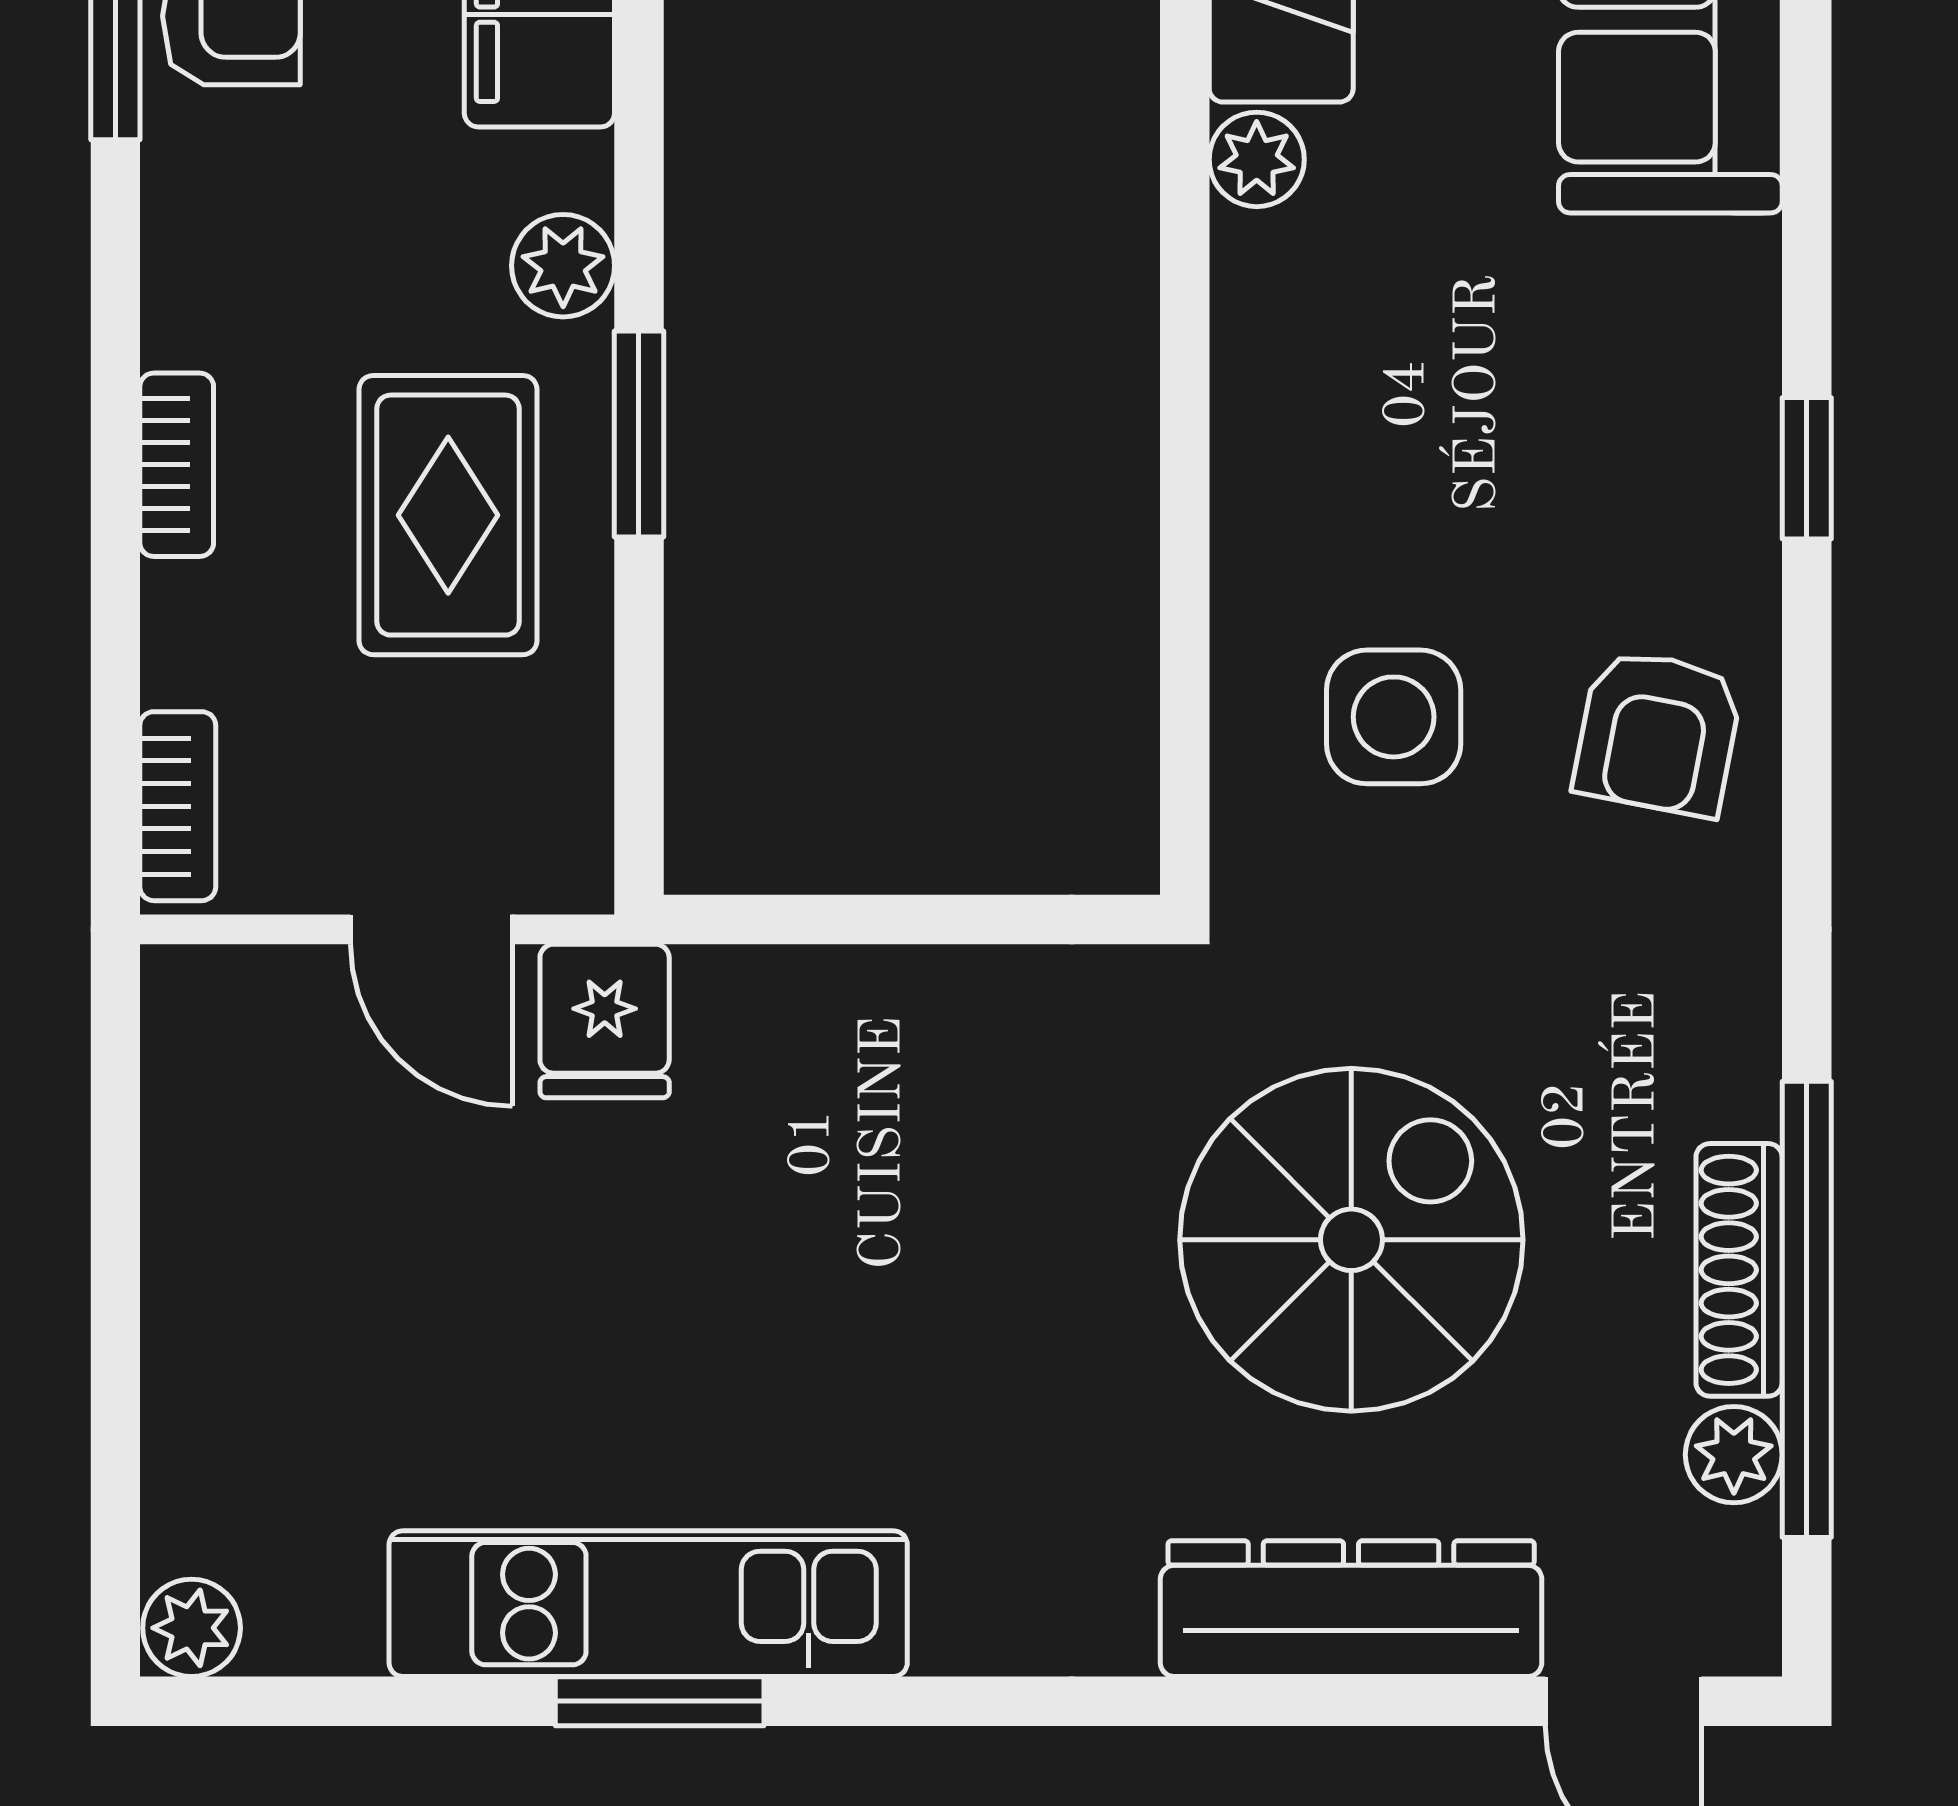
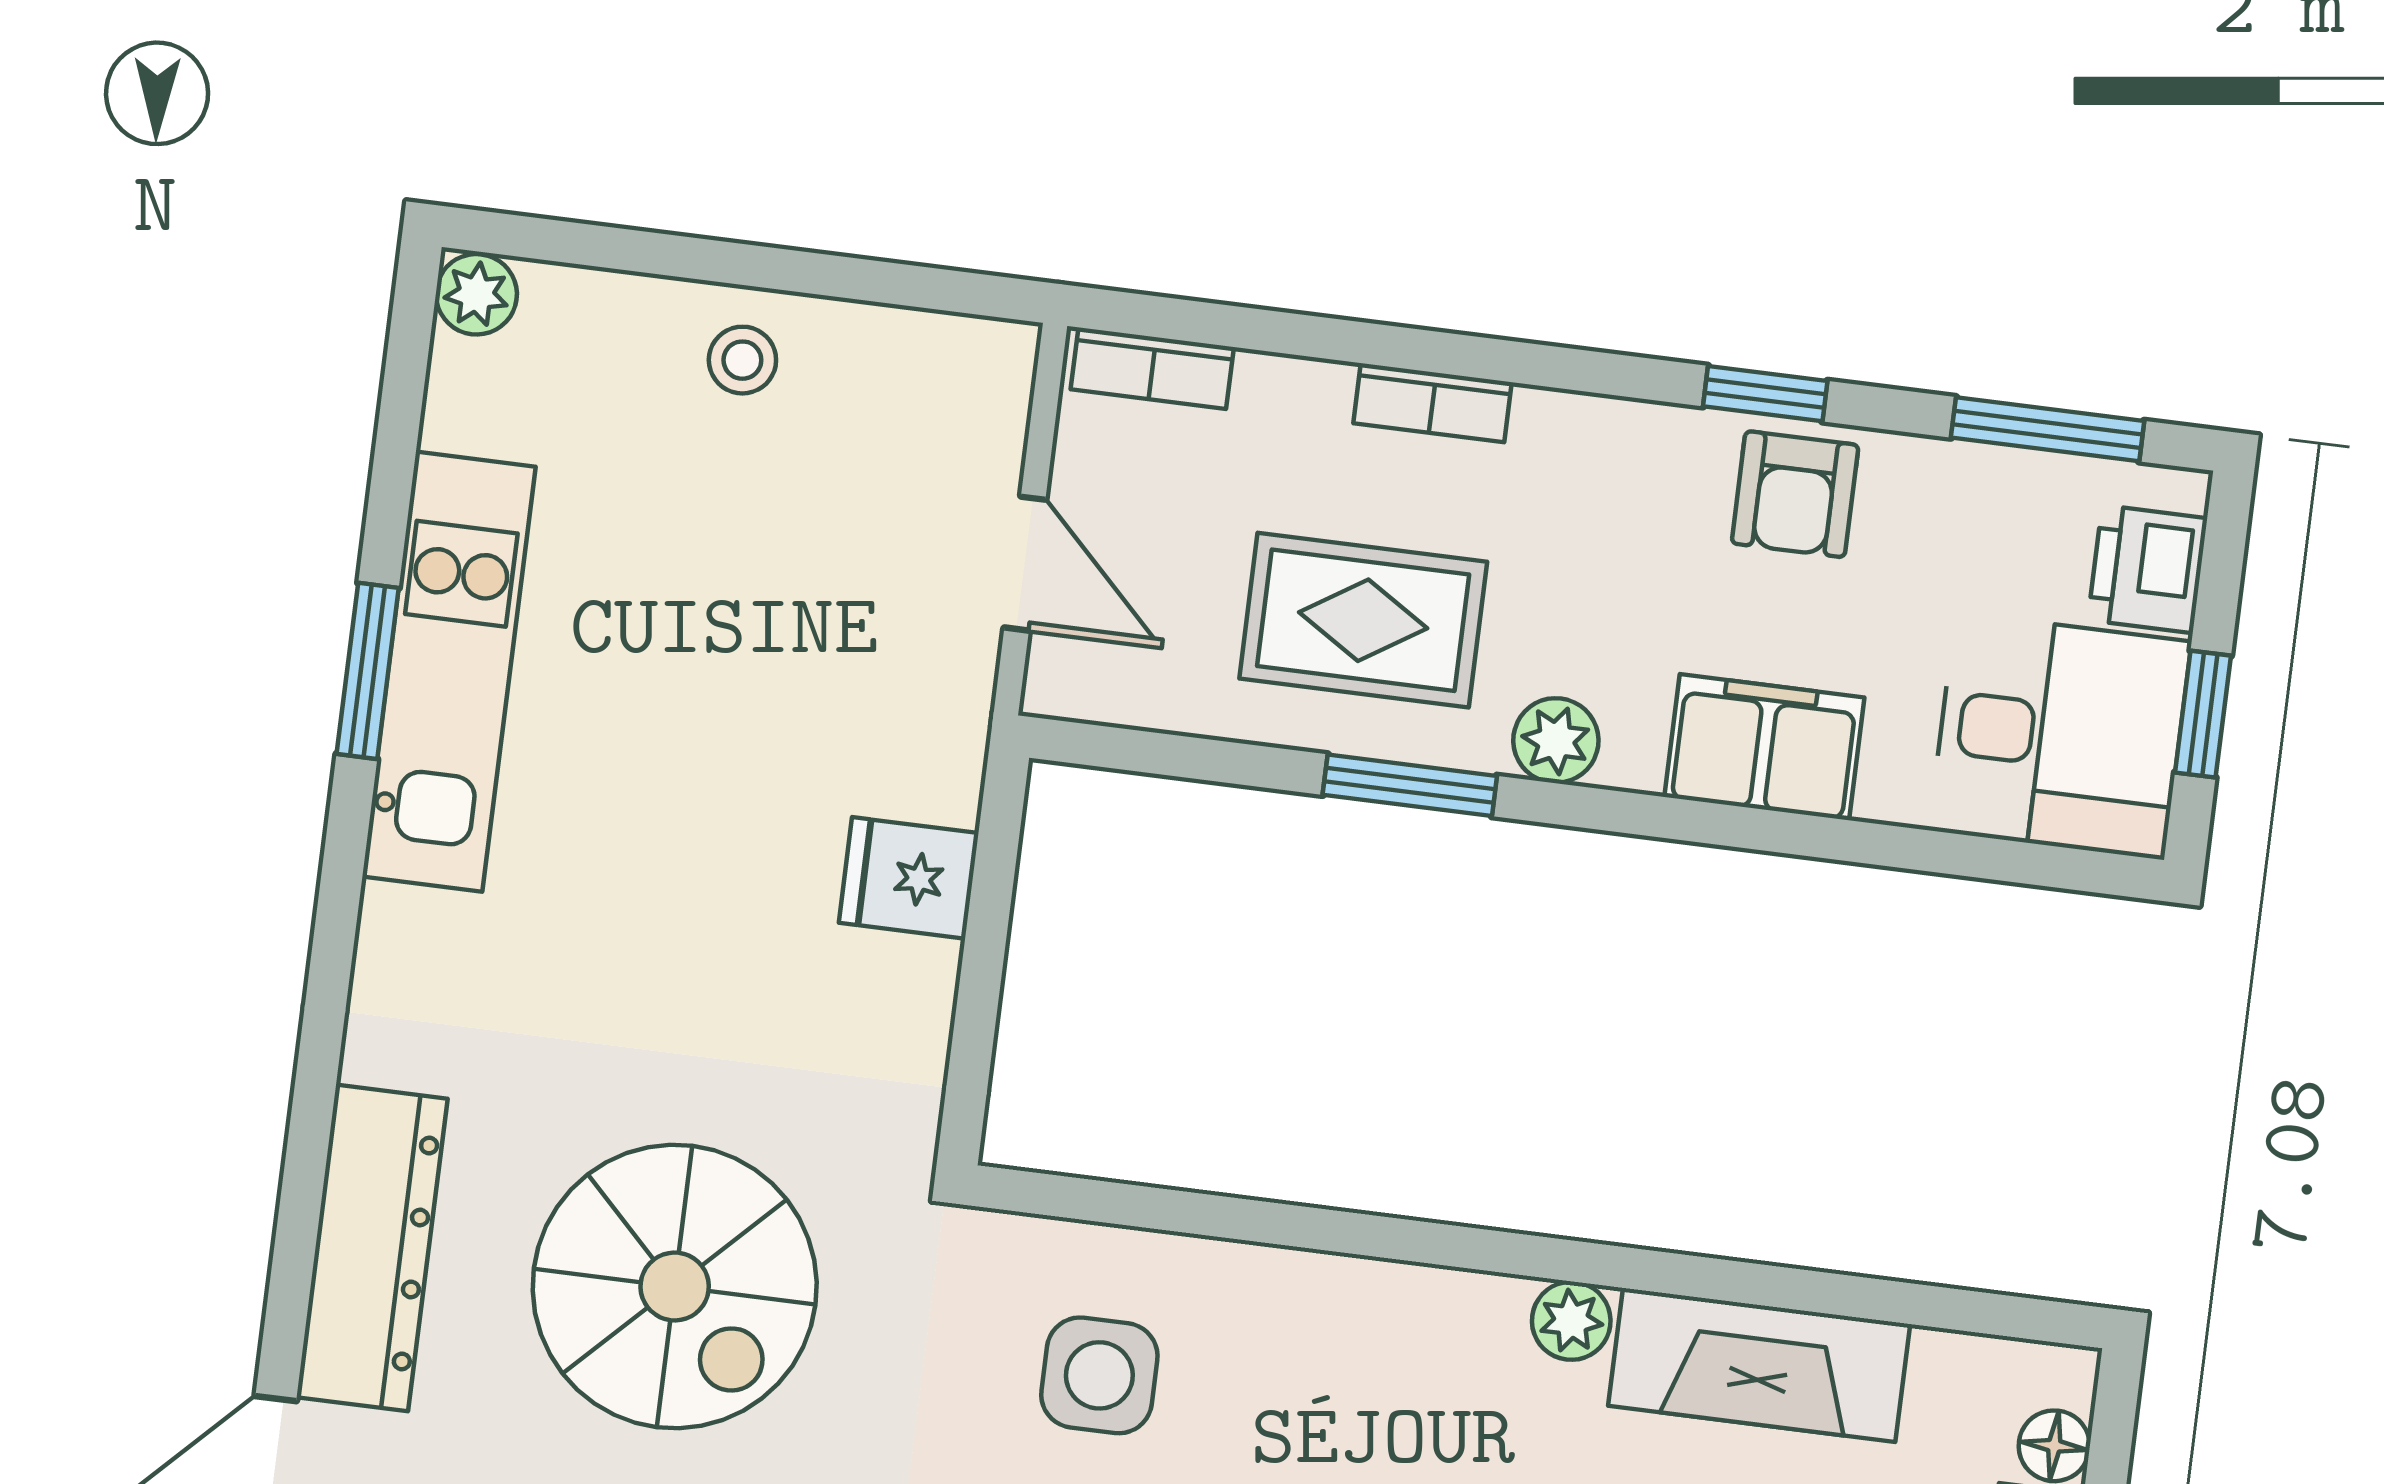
door: (431, 929) -> (1025, 564), swing flipped
fridge: (605, 1021) -> (909, 878), moved
stool: (230, 1299) -> (742, 360), added

